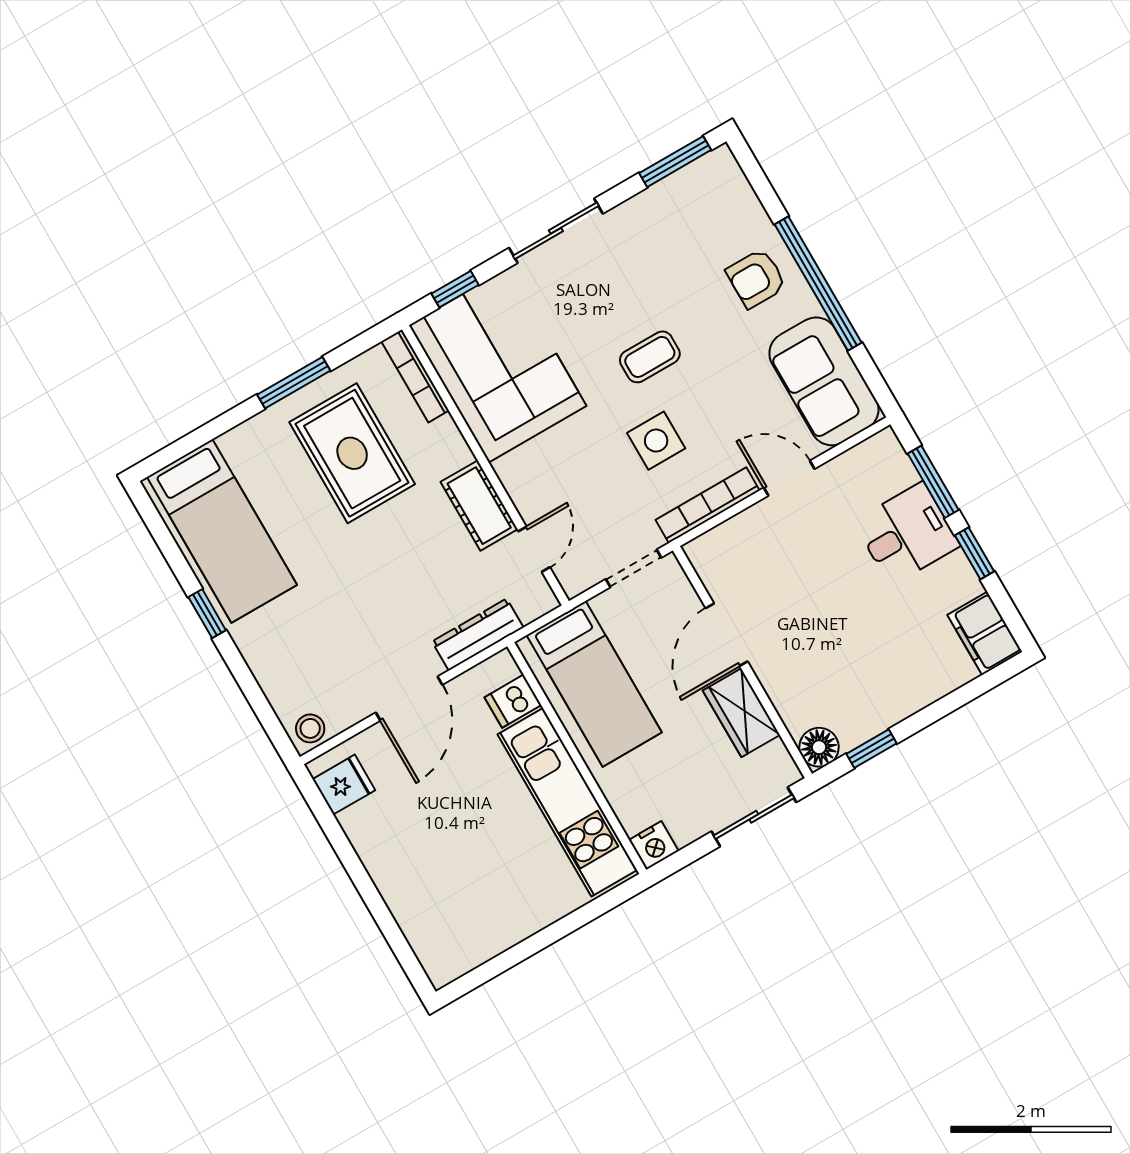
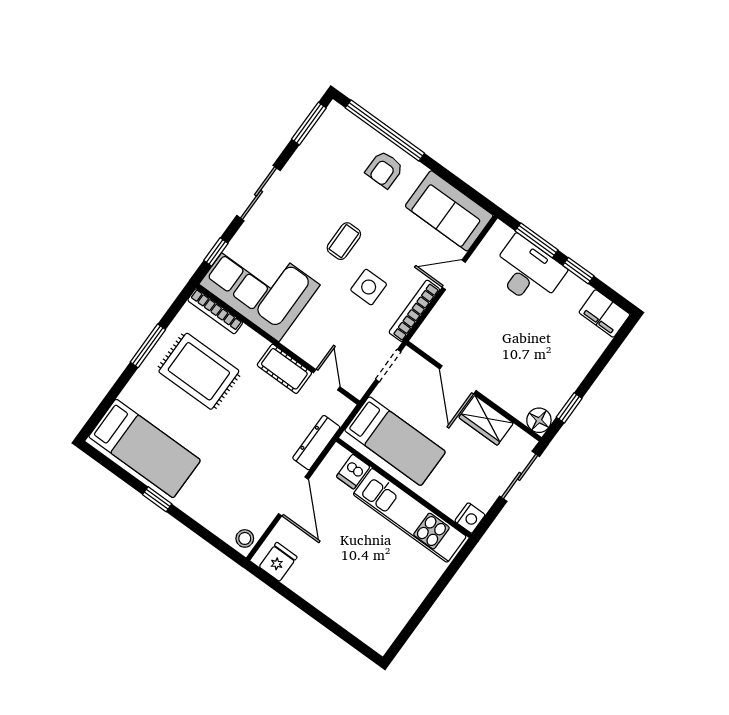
window: (818, 284) -> (385, 131), moved
desk: (907, 534) -> (528, 271), width x1.37

